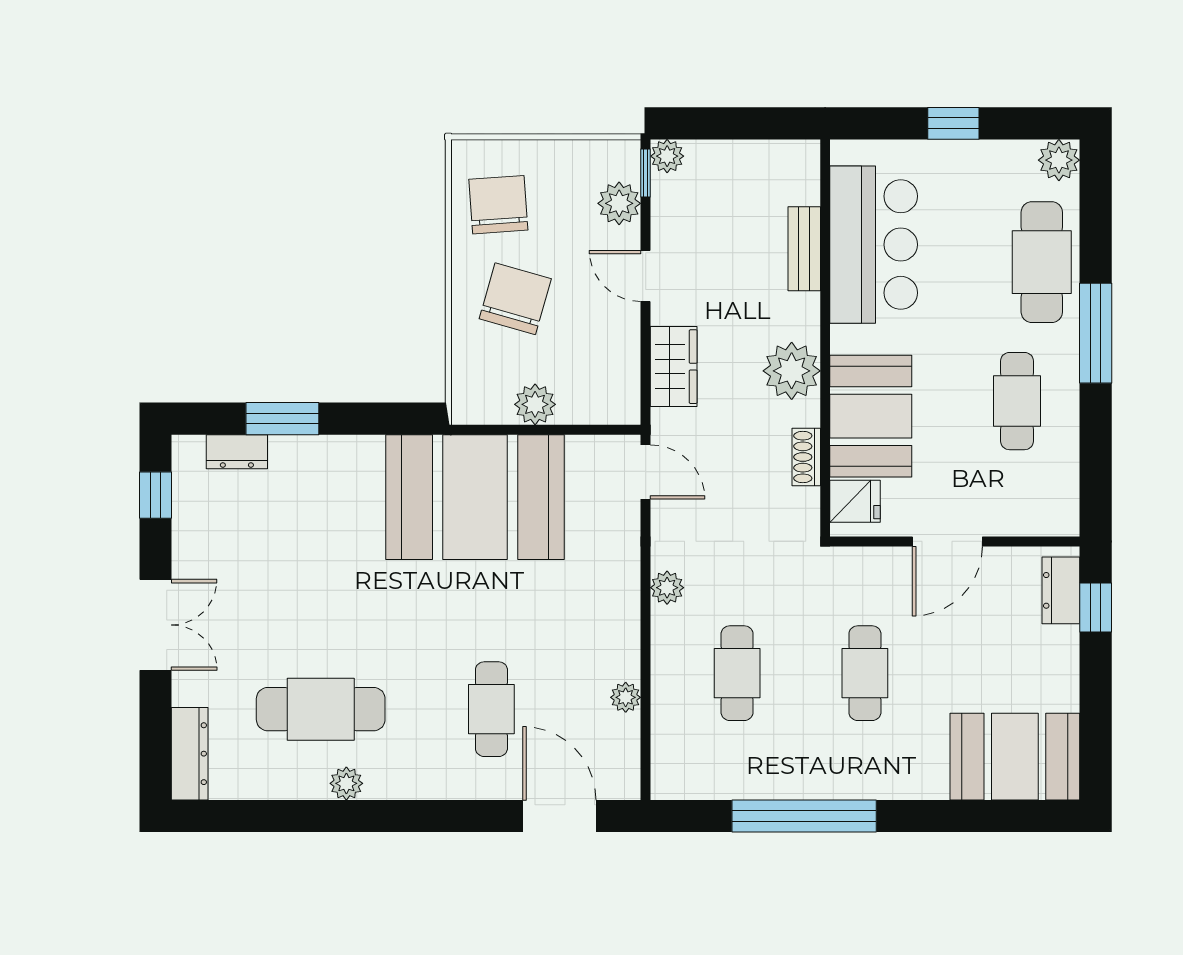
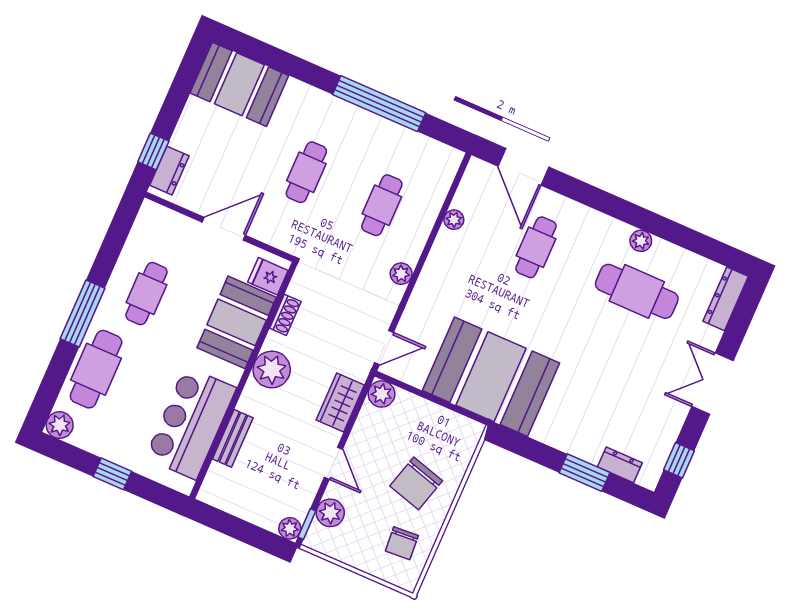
chair: (498, 205) -> (402, 543), width x0.73, depth x0.73
plant: (535, 404) -> (382, 394), moved
door: (646, 472) -> (384, 347), swing flipped

